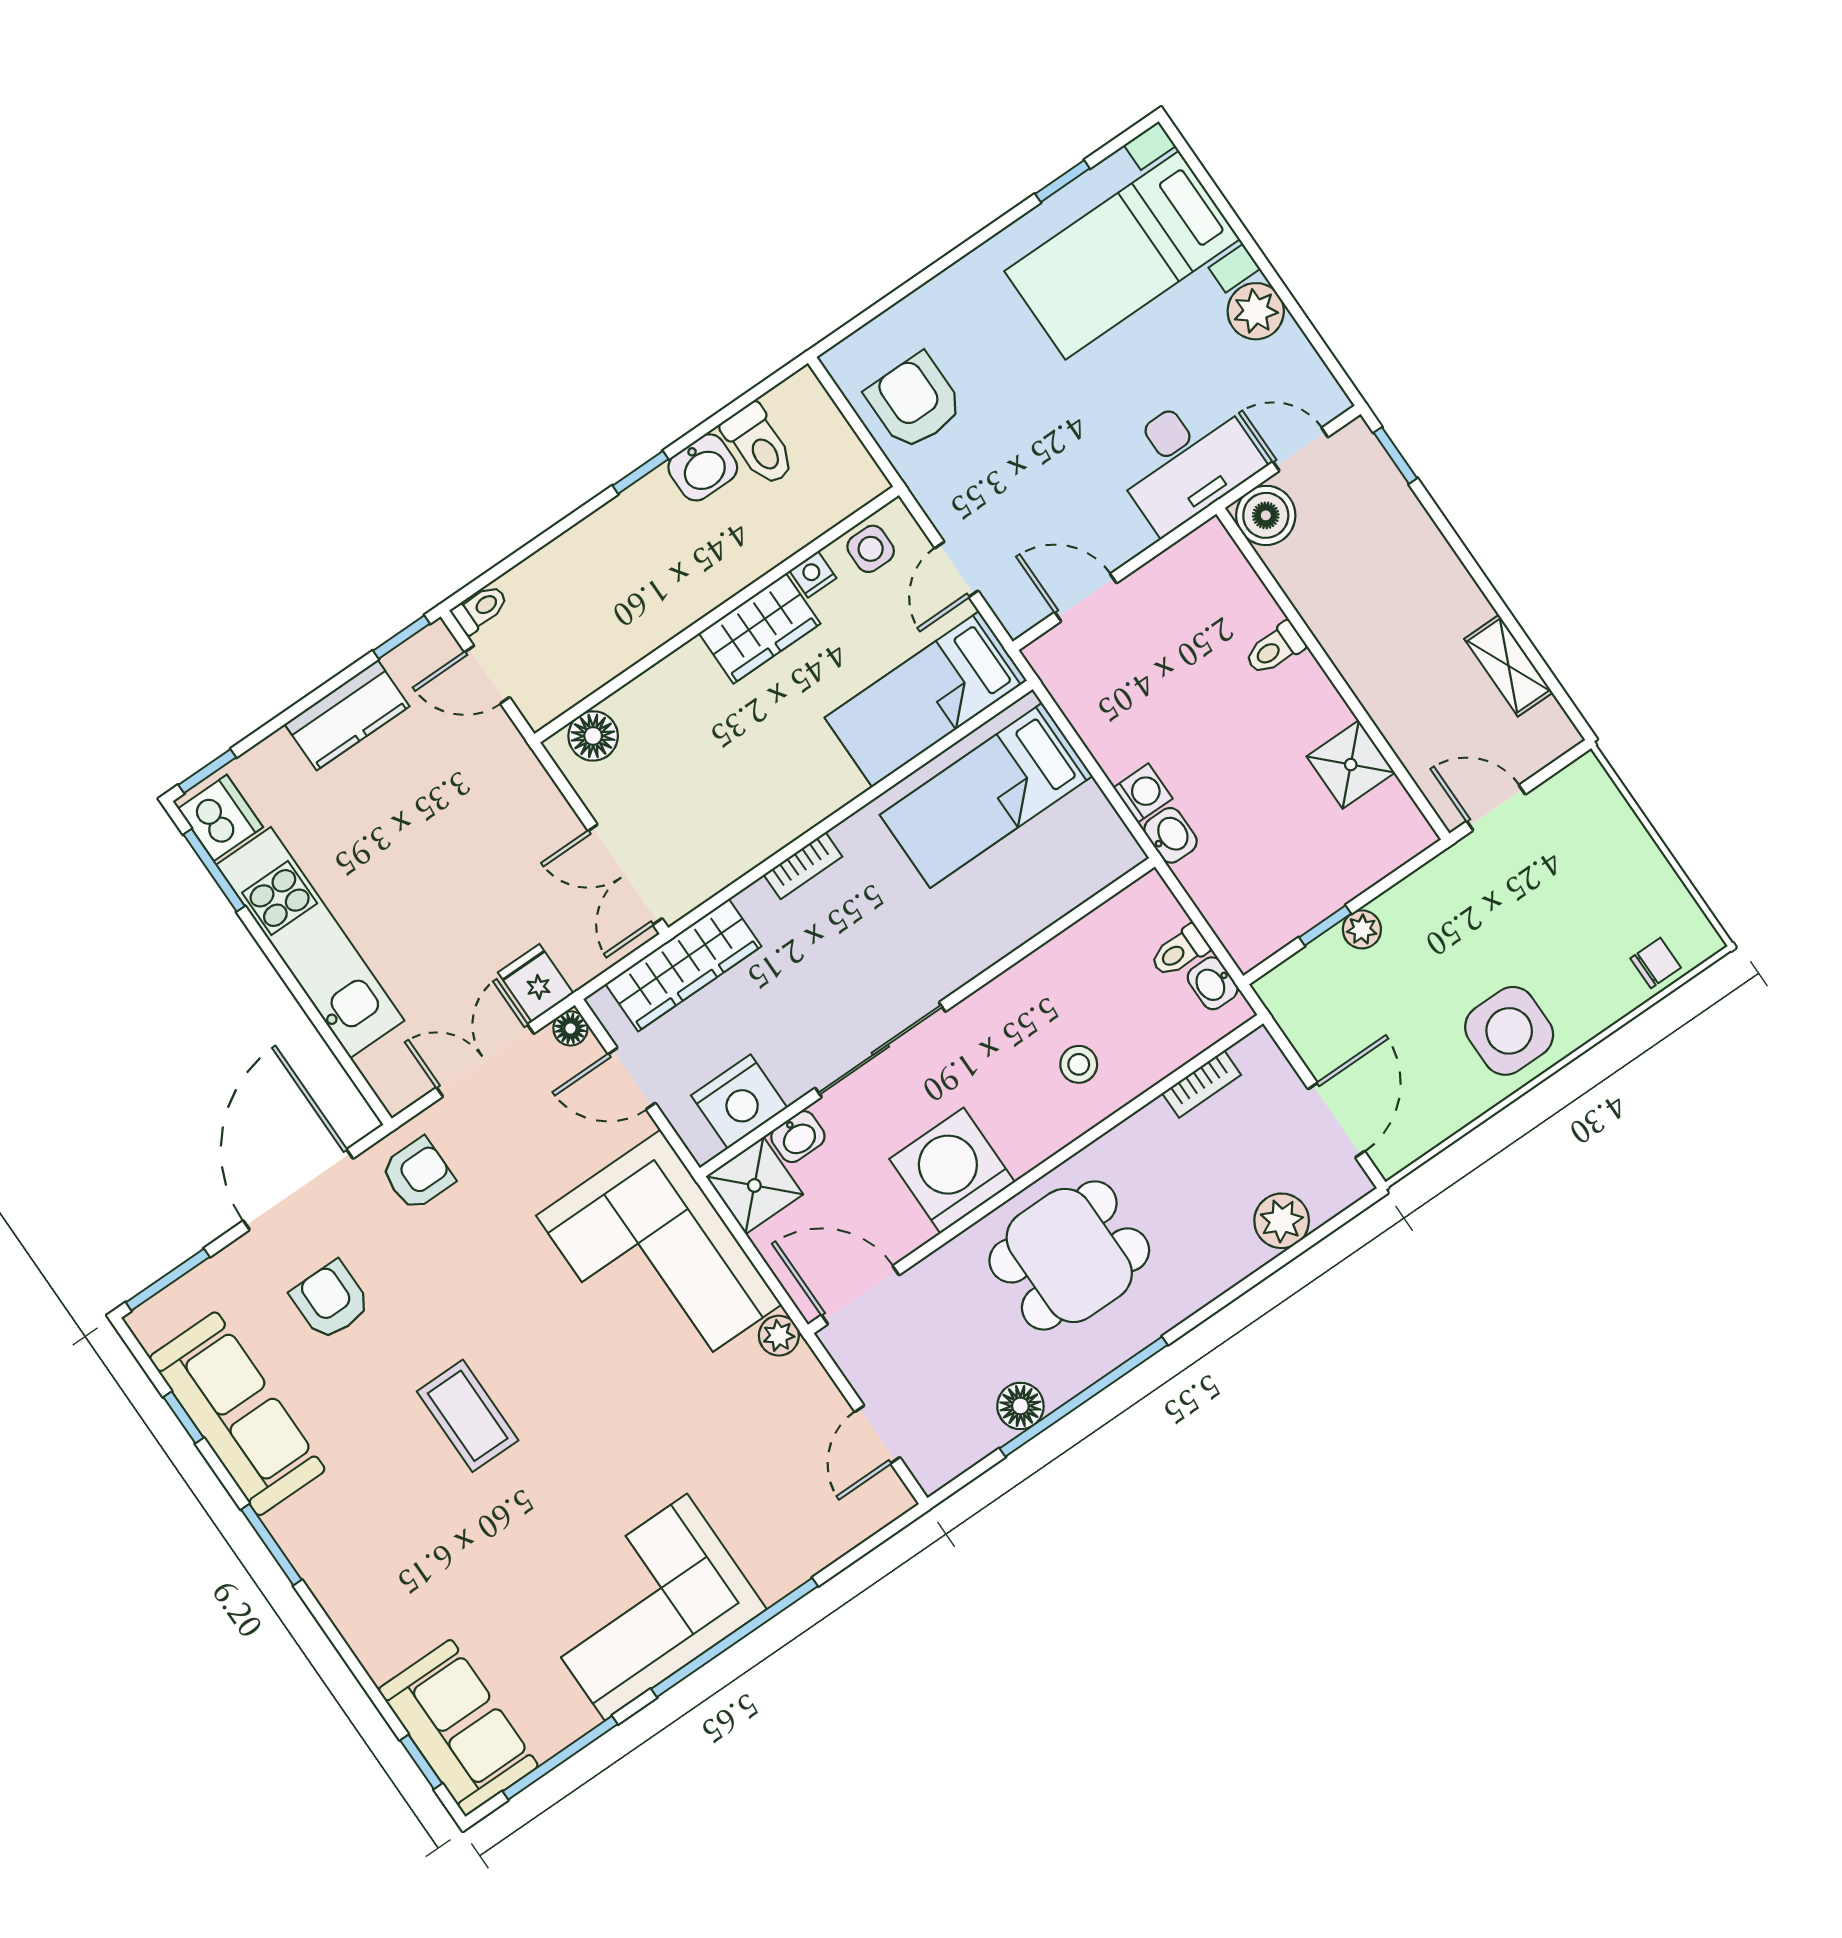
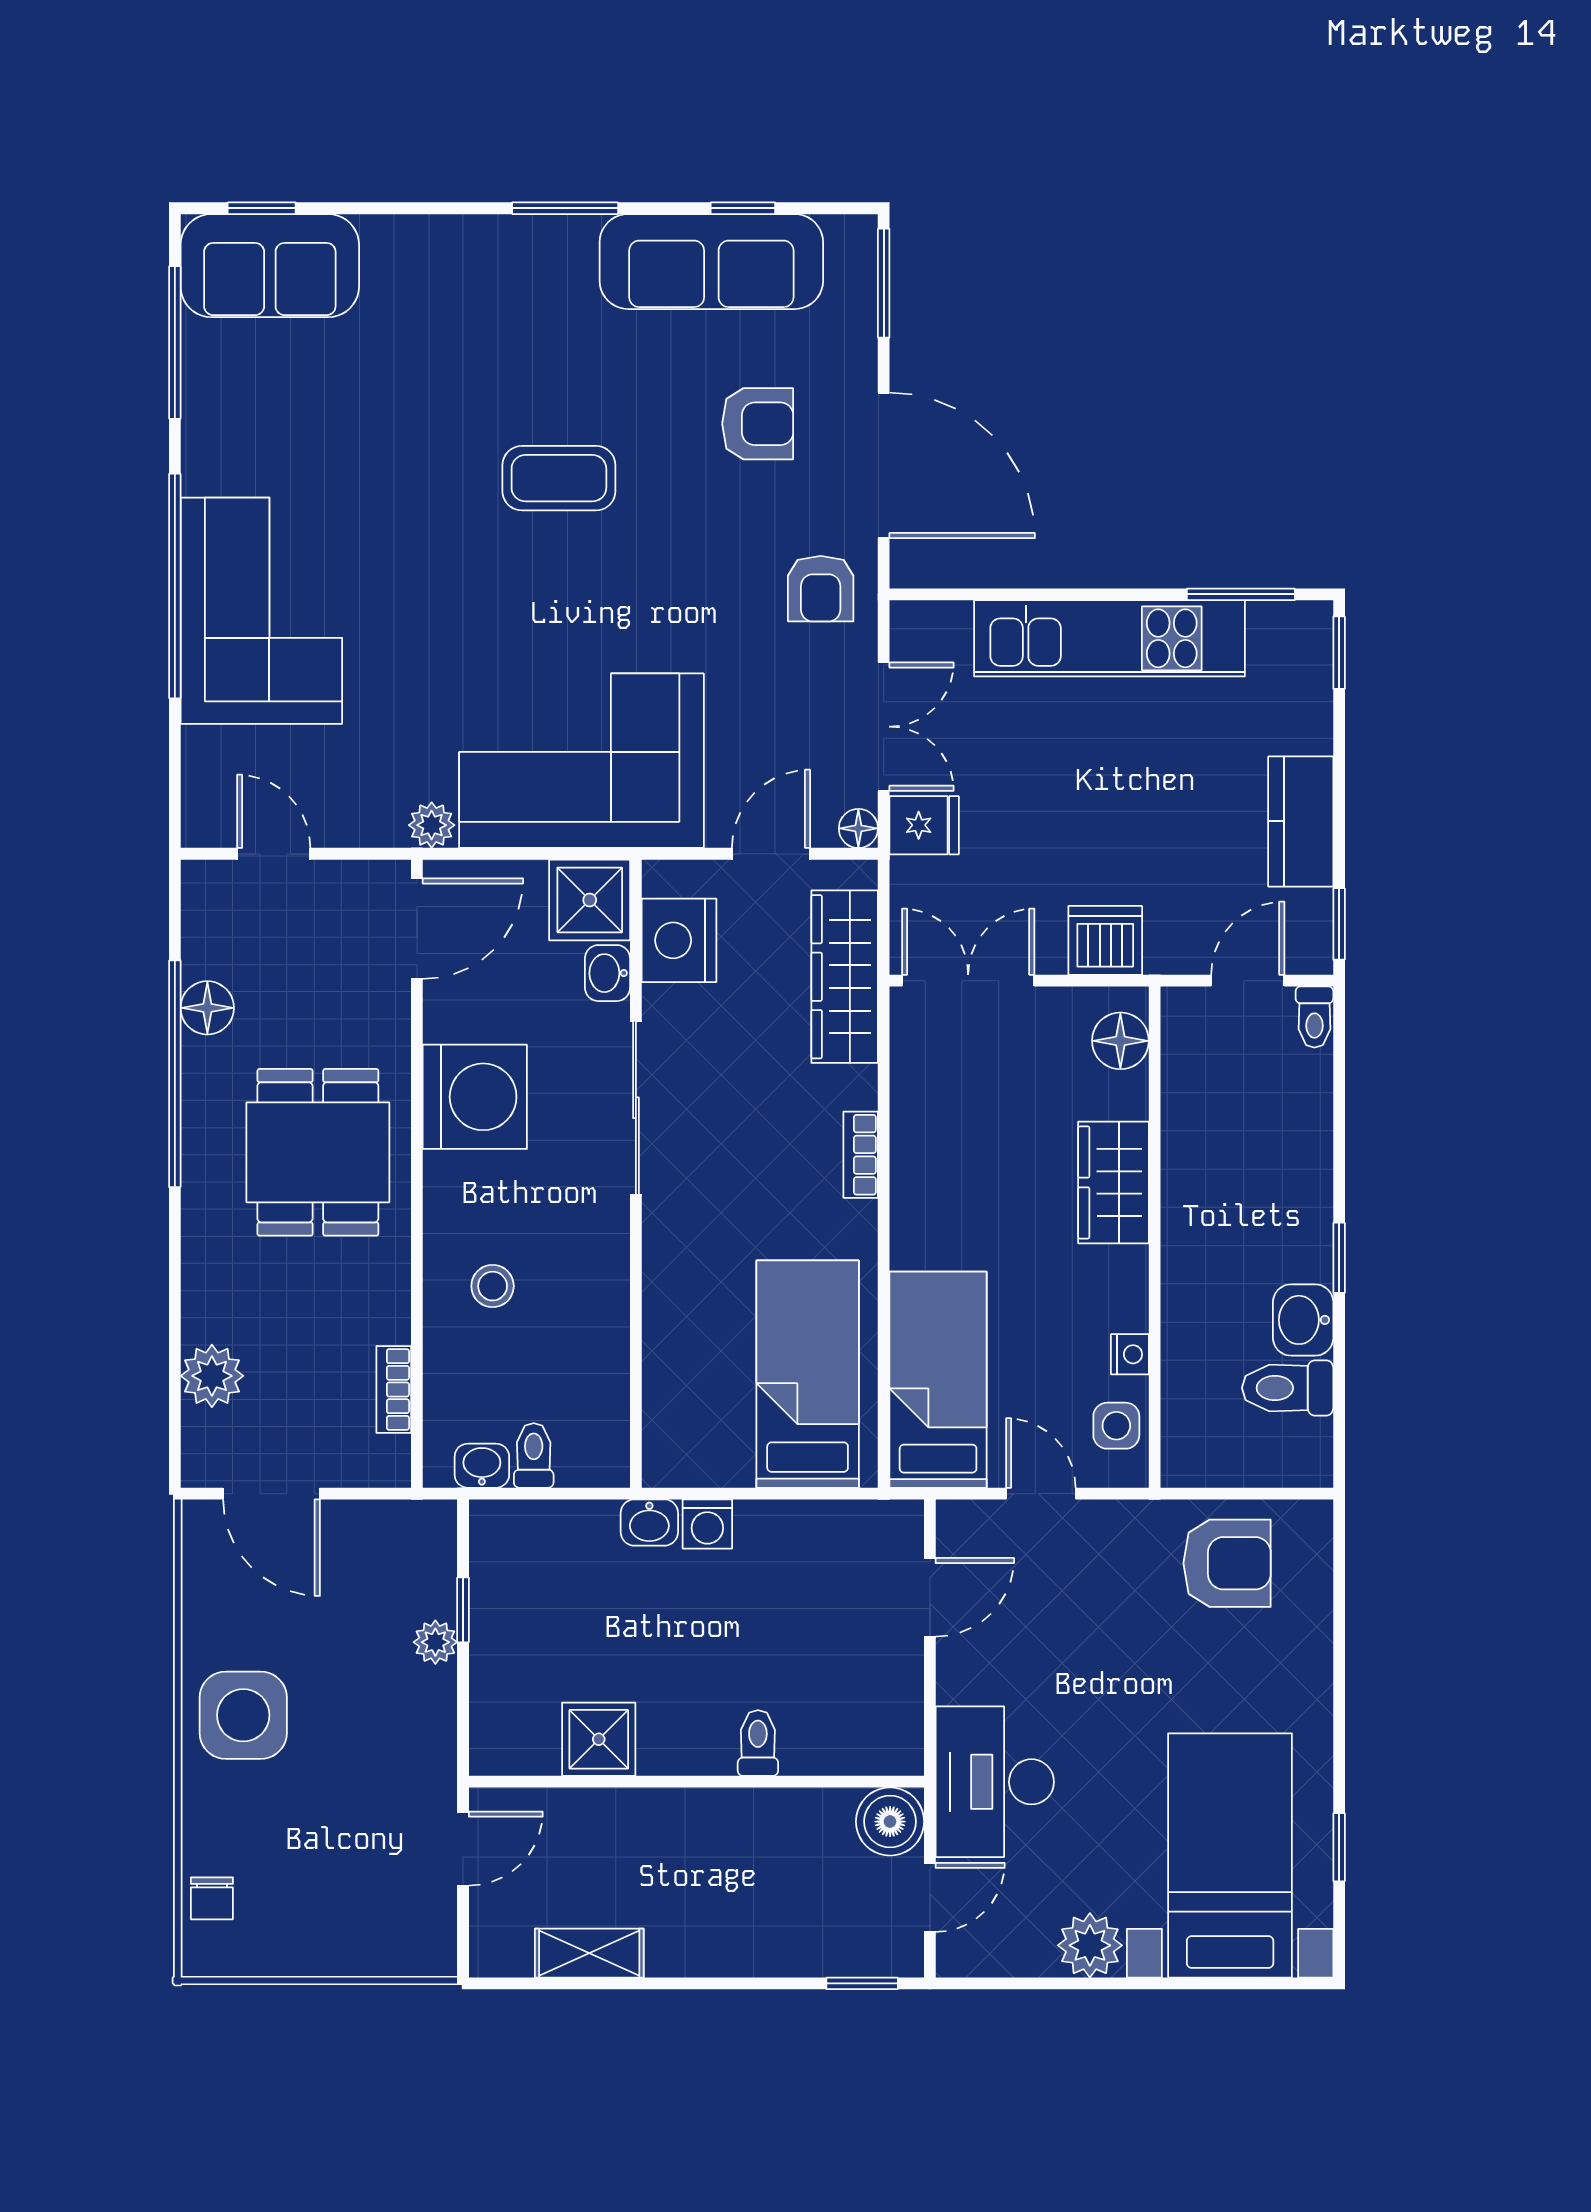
wardrobe: (760, 628) -> (1114, 1182), moved
dishwasher: (220, 818) -> (1105, 940), moved, turned 180
corner sofa: (646, 1607) -> (261, 611), moved

